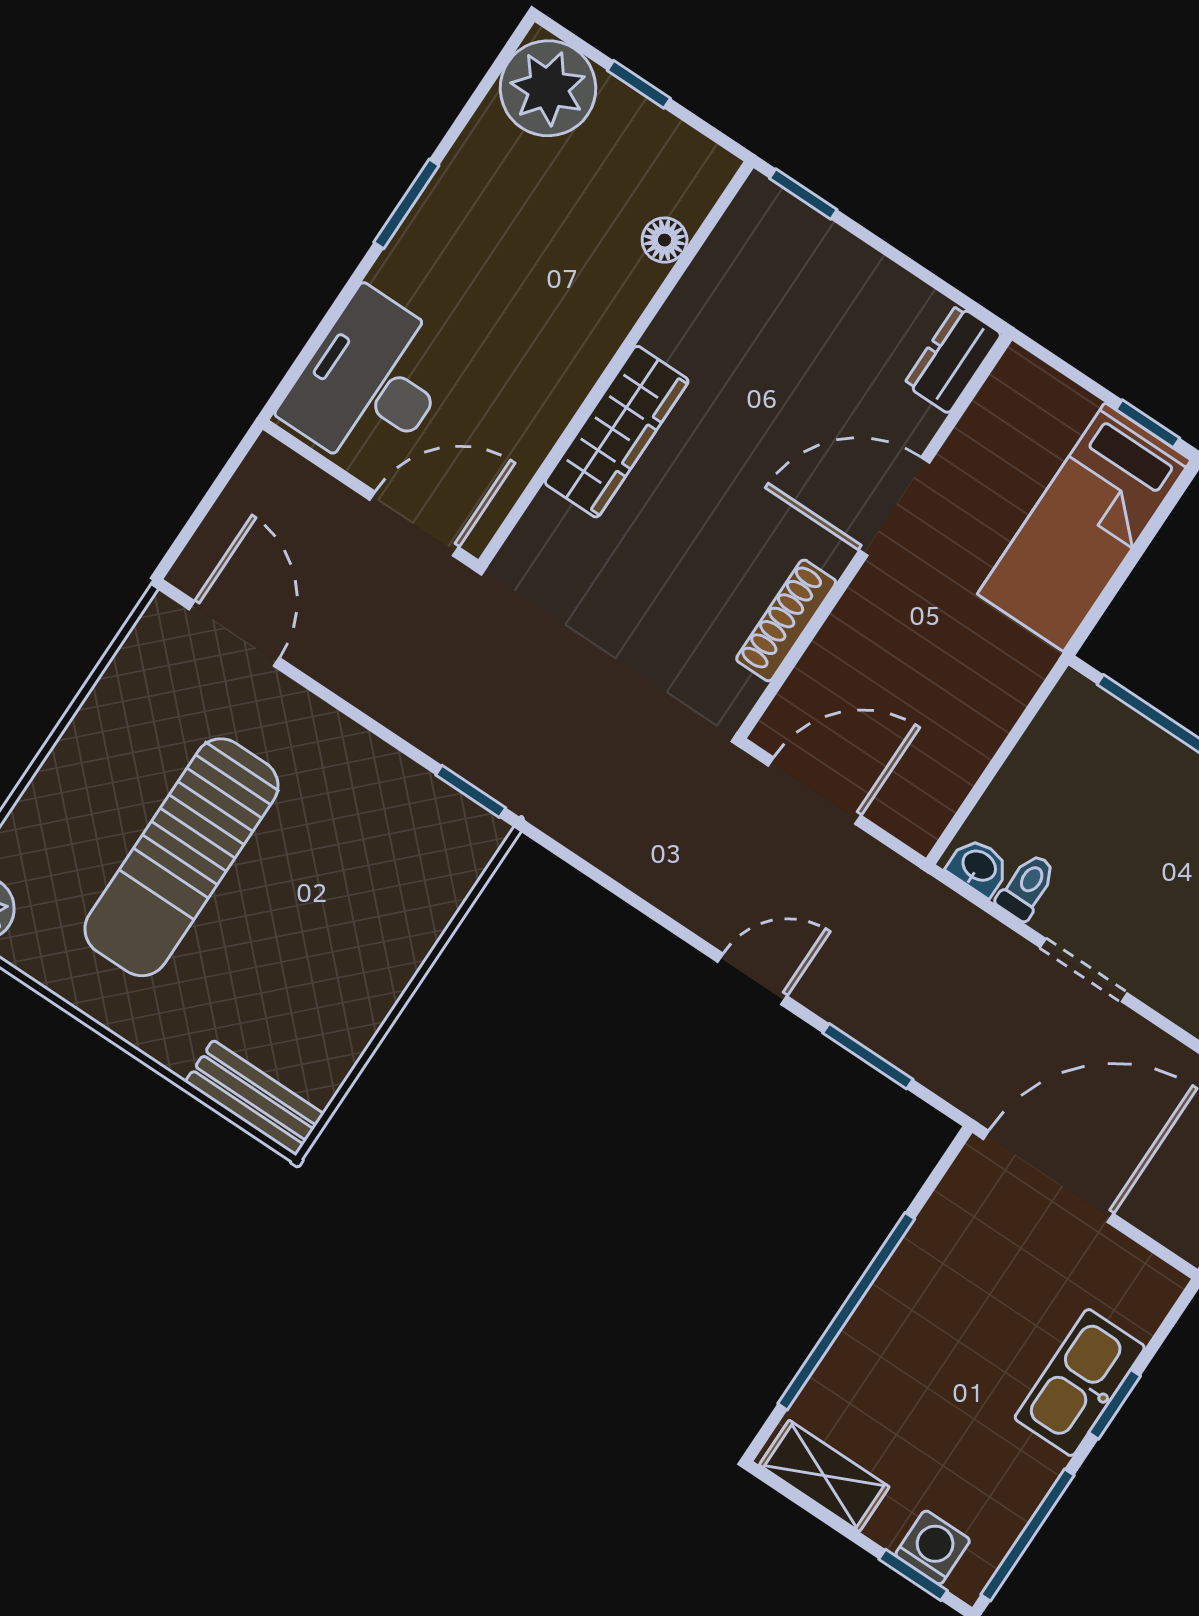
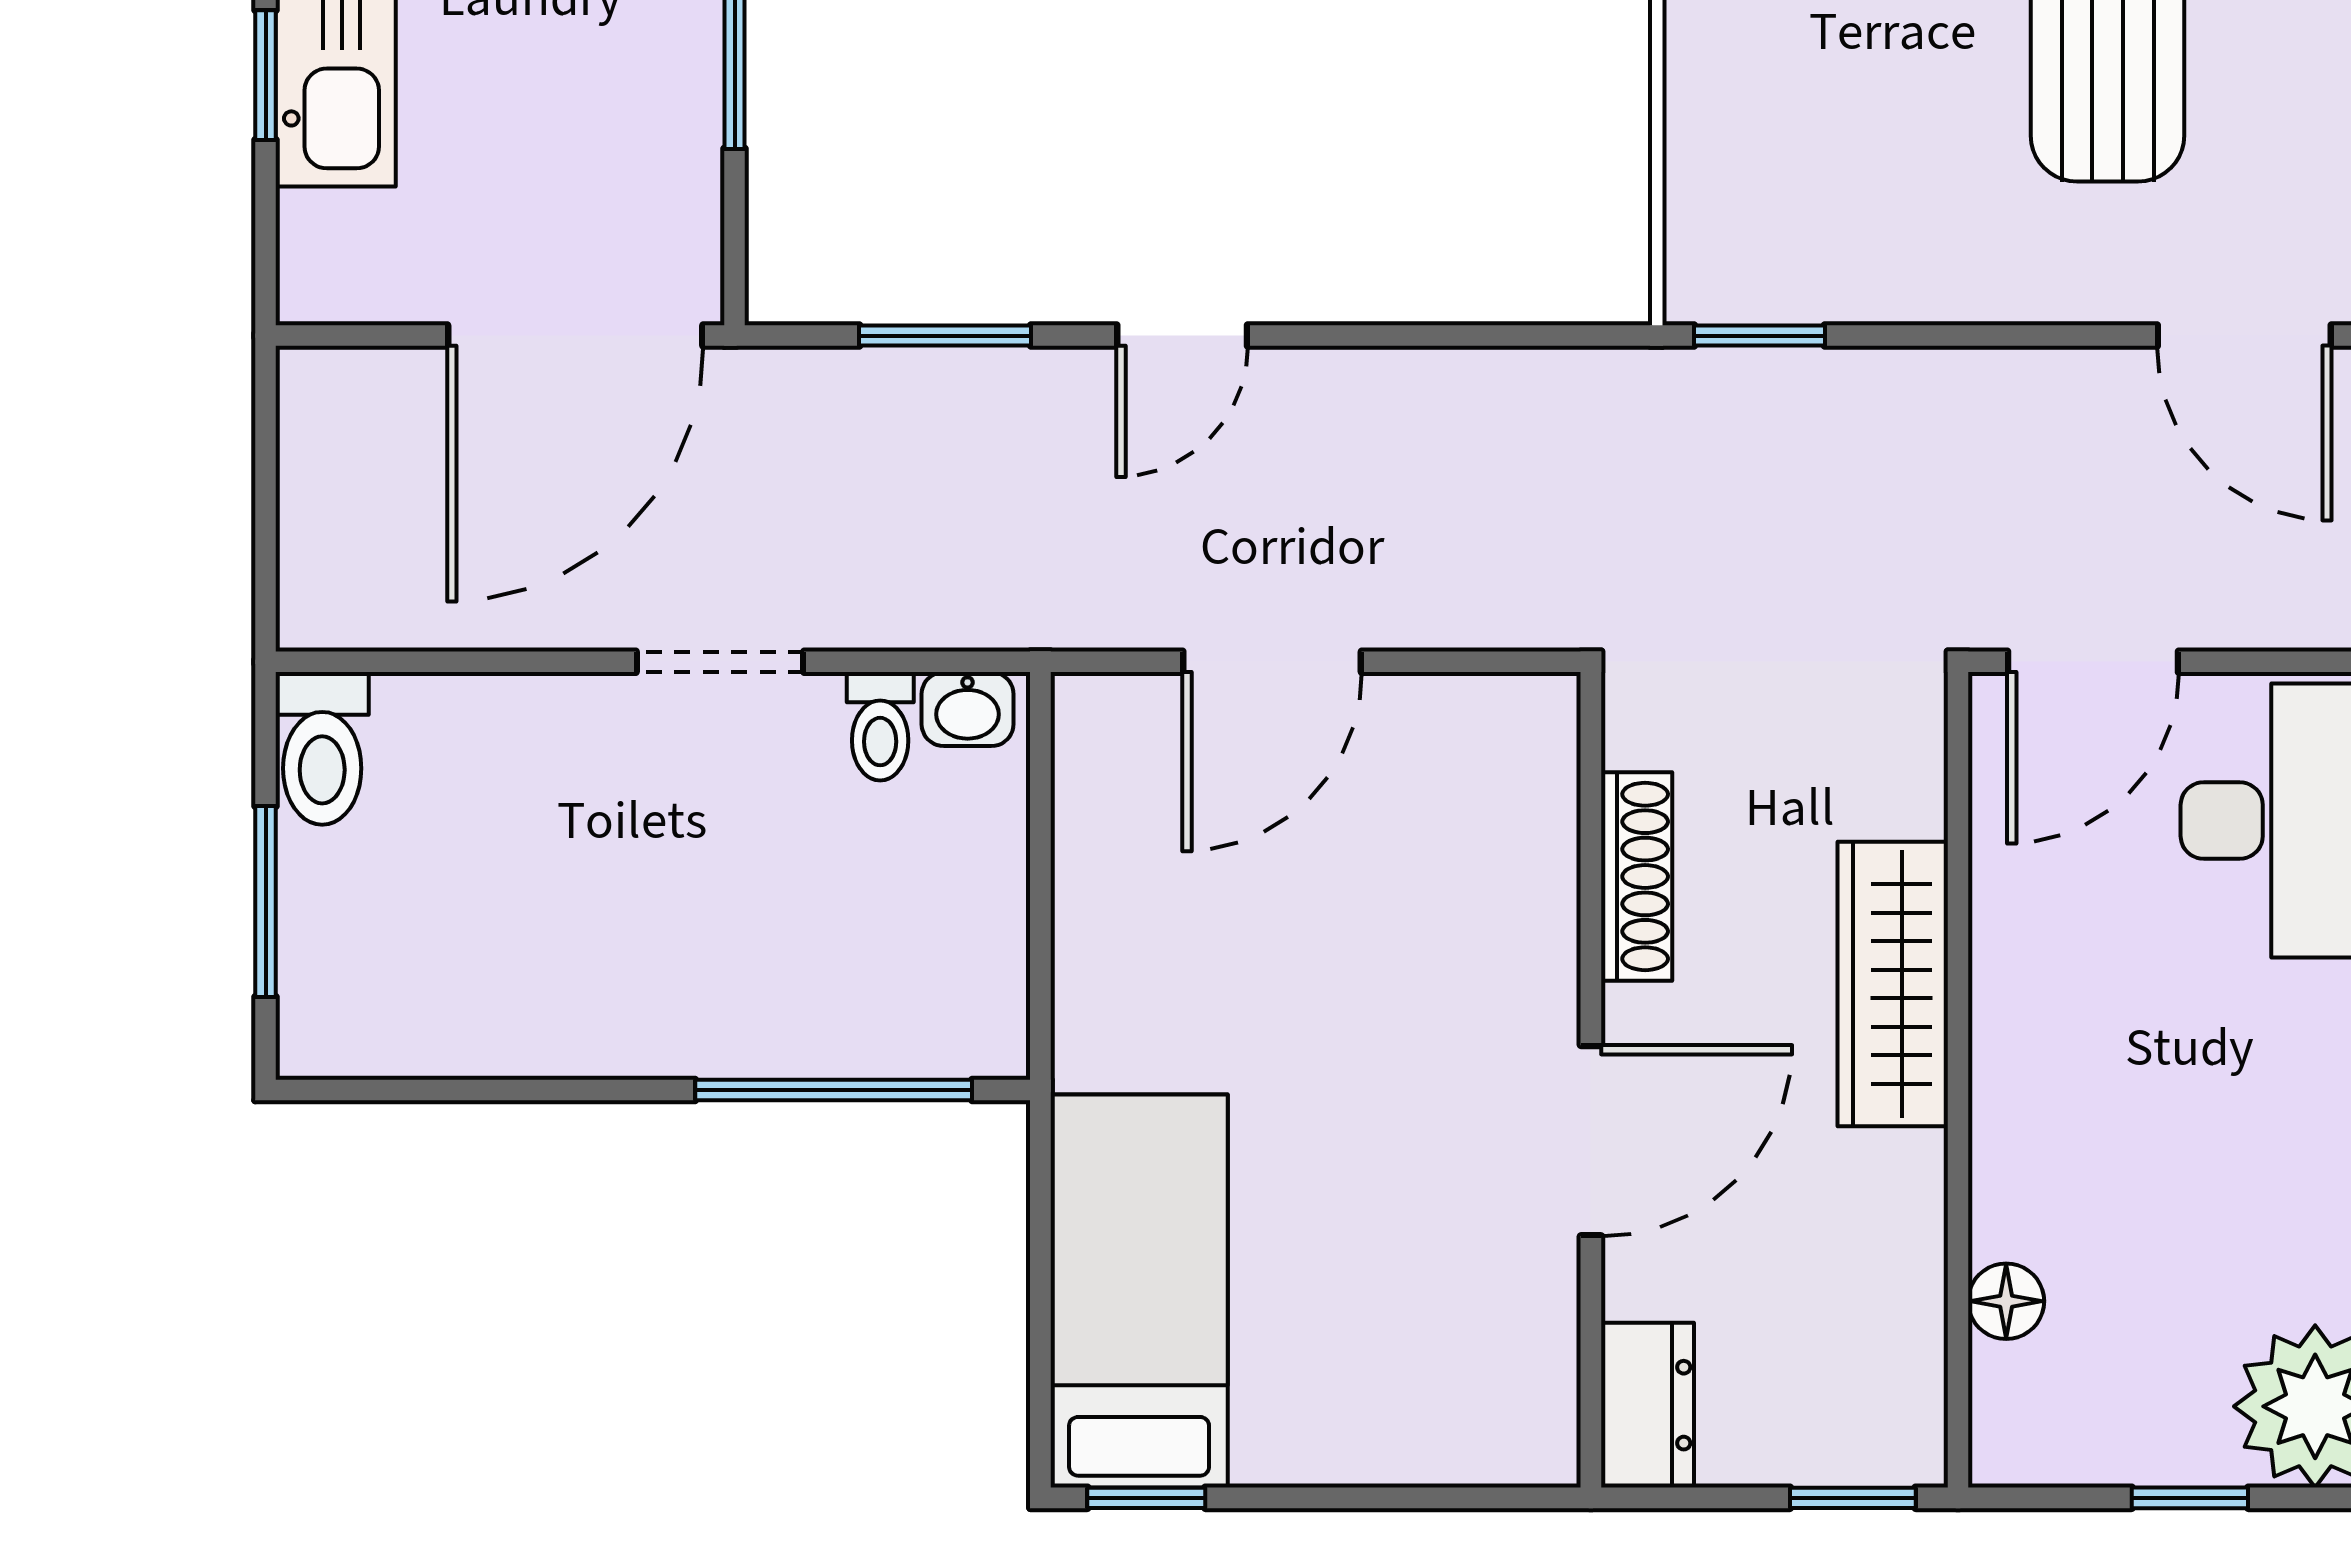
dresser: (953, 359) -> (1648, 1405), moved
door: (894, 506) -> (1591, 1141), moved
wall: (875, 536) -> (1591, 1080), moved
shoe rack: (786, 620) -> (1637, 876), moved

